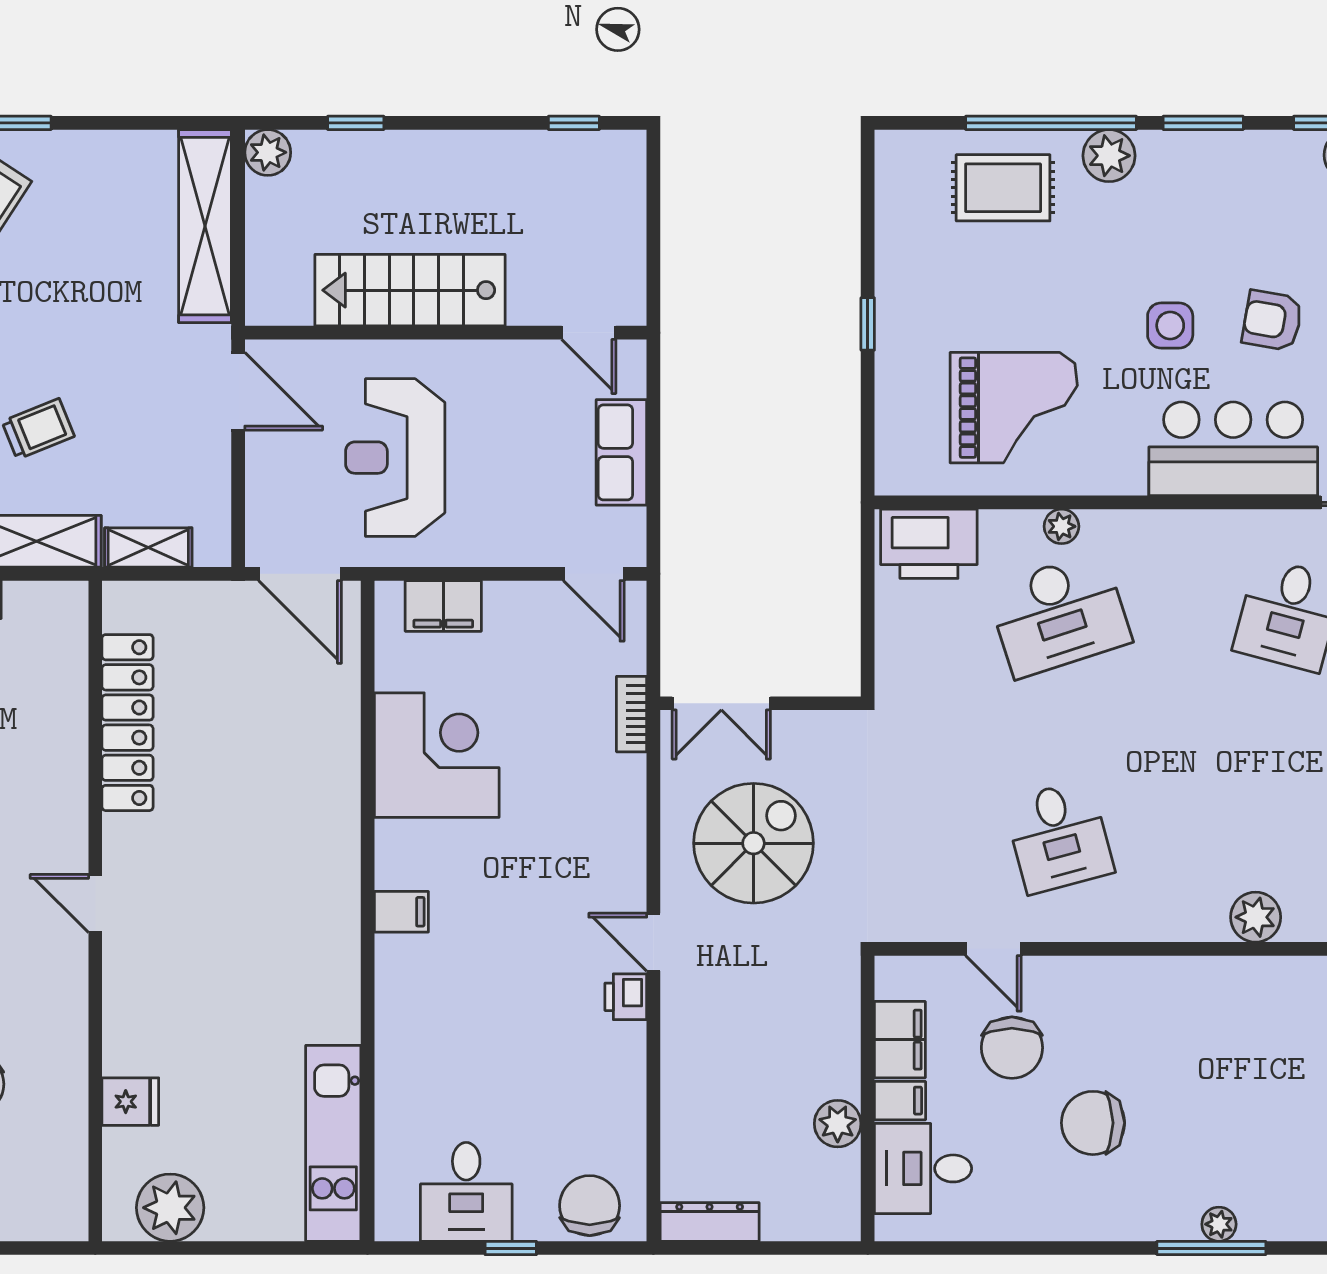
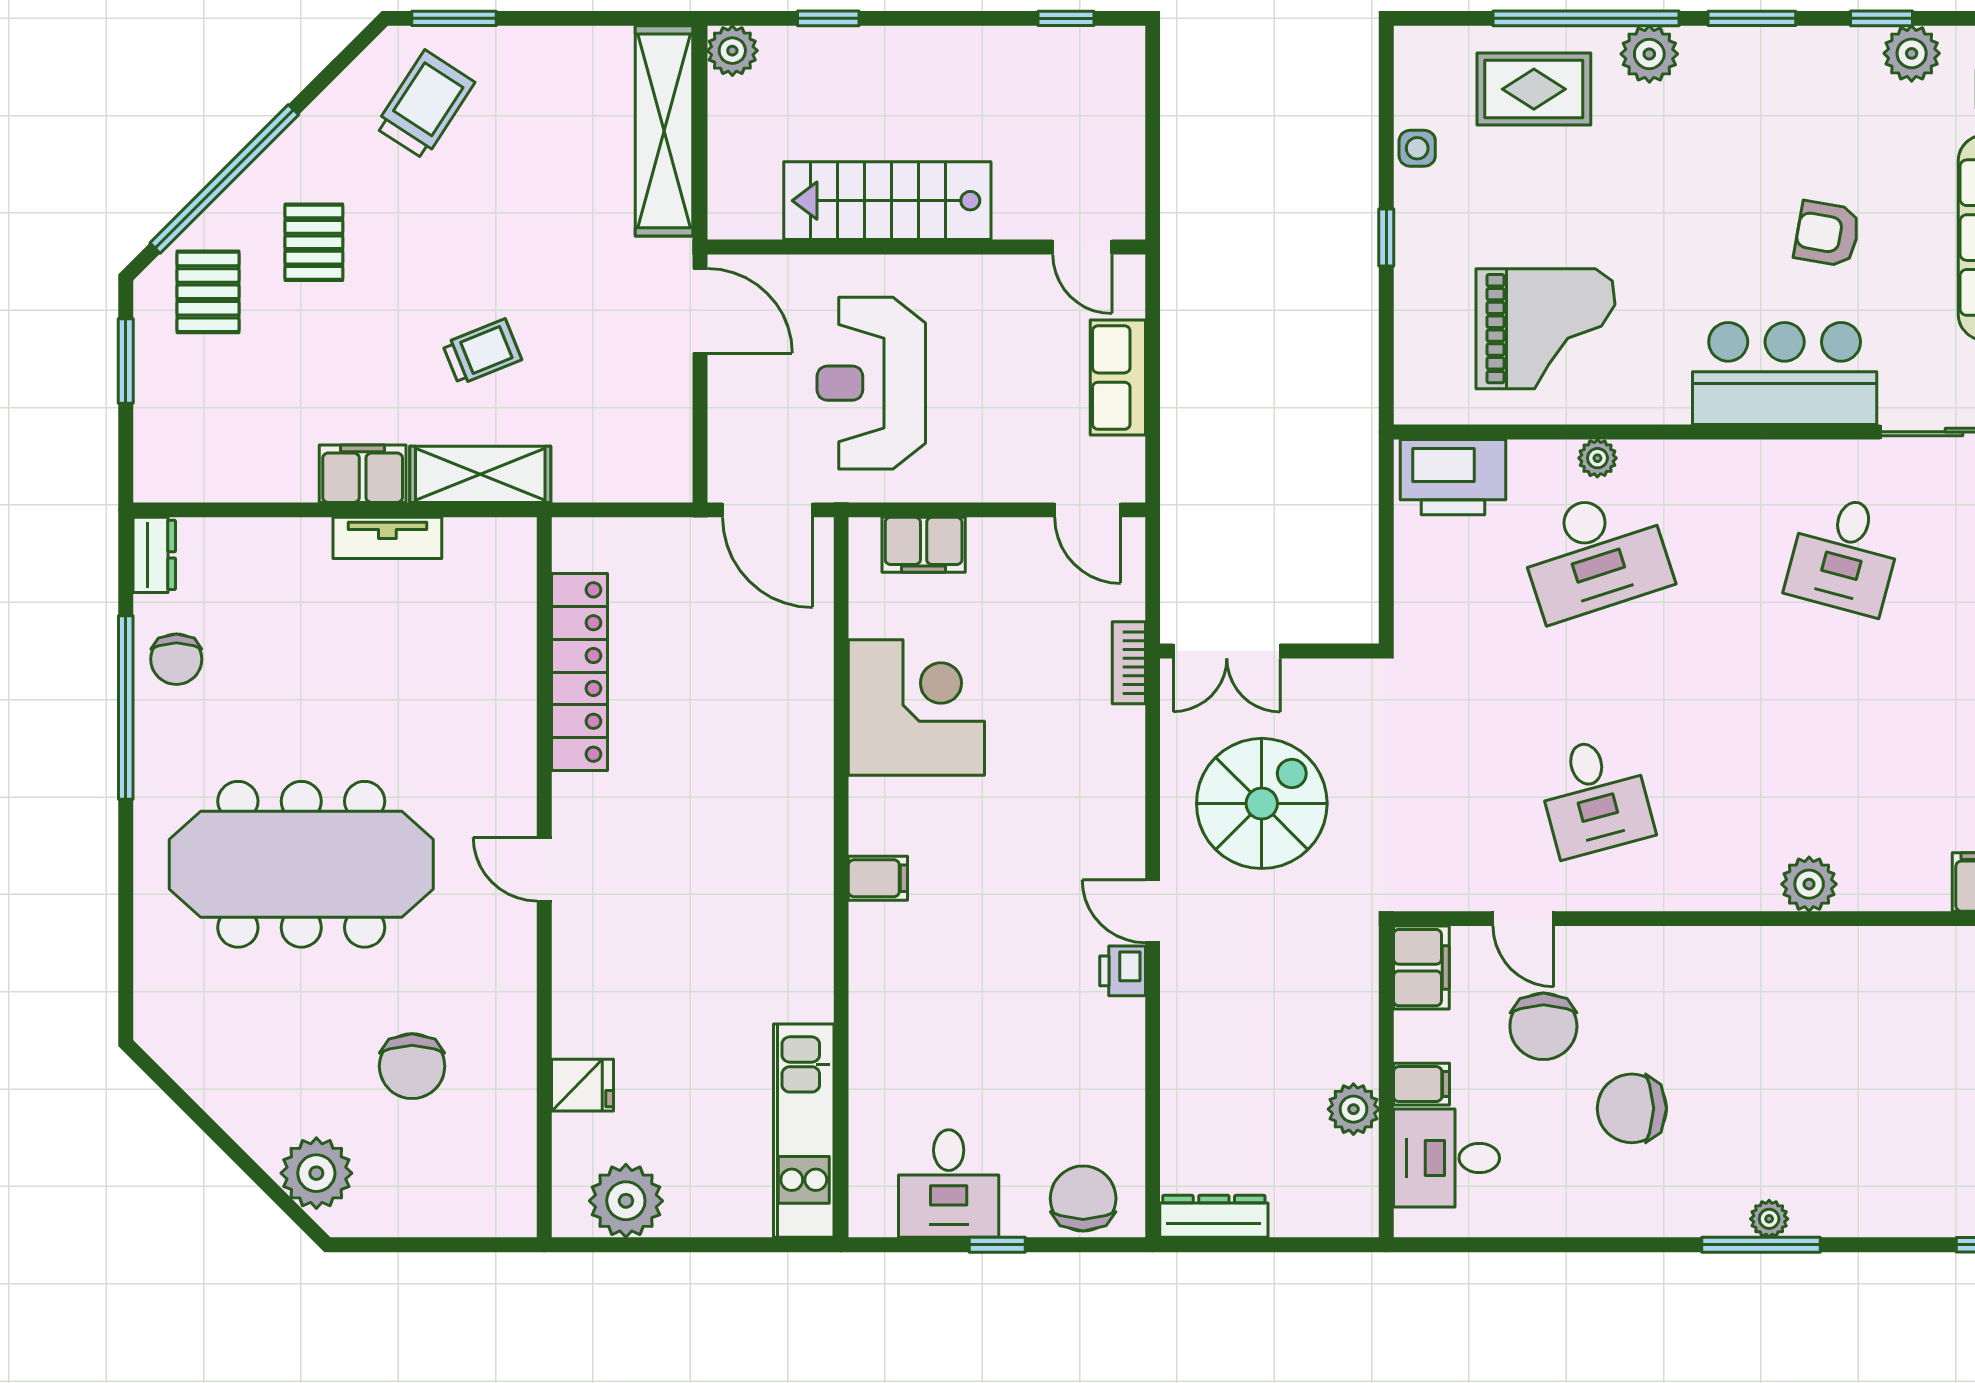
side table: (1170, 325) -> (1417, 148), moved, width x0.73, depth x0.73
shelving: (148, 547) -> (602, 481), removed
filing cabinet: (900, 1040) -> (1421, 968), moved

